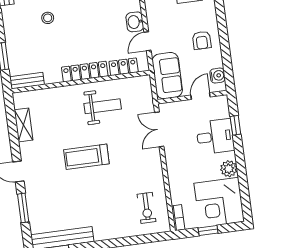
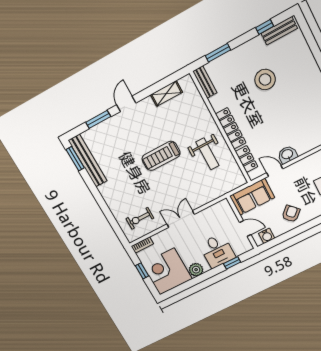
stool: (48, 18) -> (265, 80), width x1.89, depth x1.89
armchair: (202, 40) -> (291, 214), turned 136
double door: (159, 129) -> (181, 219), moved
treadmill: (86, 157) -> (161, 156), turned -90

